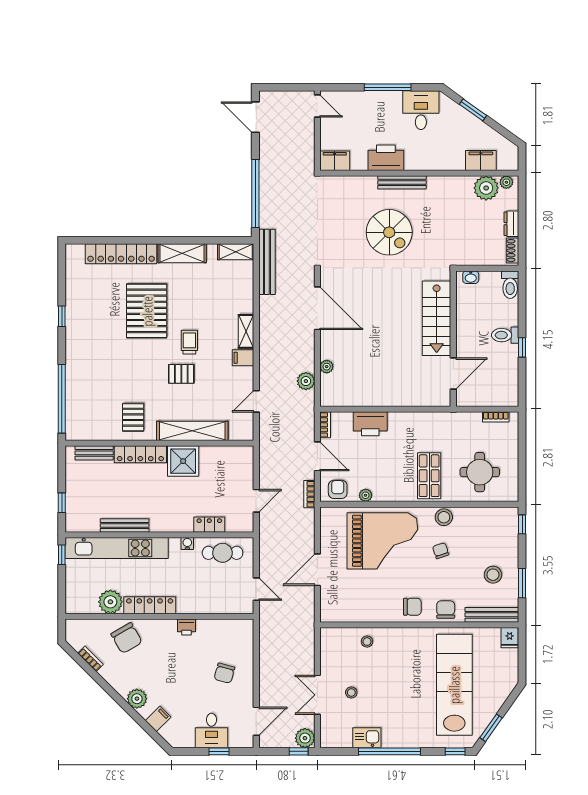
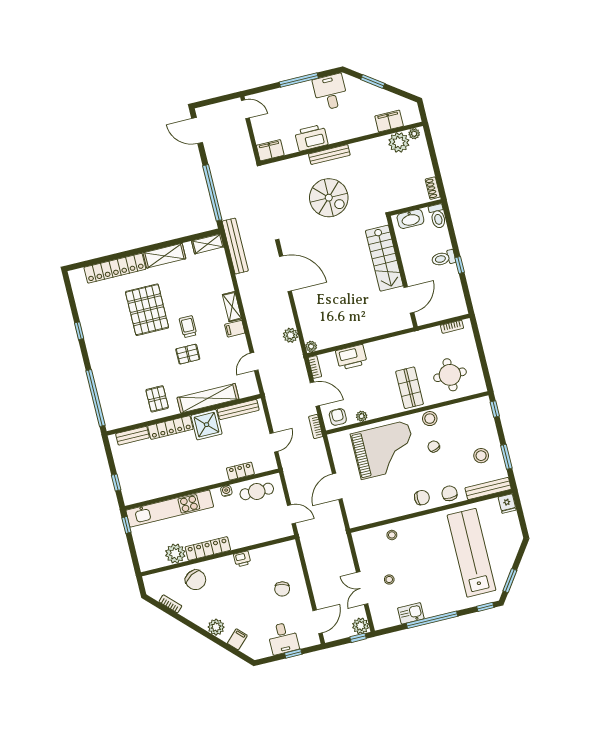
dresser: (511, 224) -> (426, 166), removed
washbasin: (471, 277) -> (410, 219), width x1.91, depth x1.45
plant: (327, 367) -> (311, 346), moved
bench: (125, 525) -> (238, 410), moved

